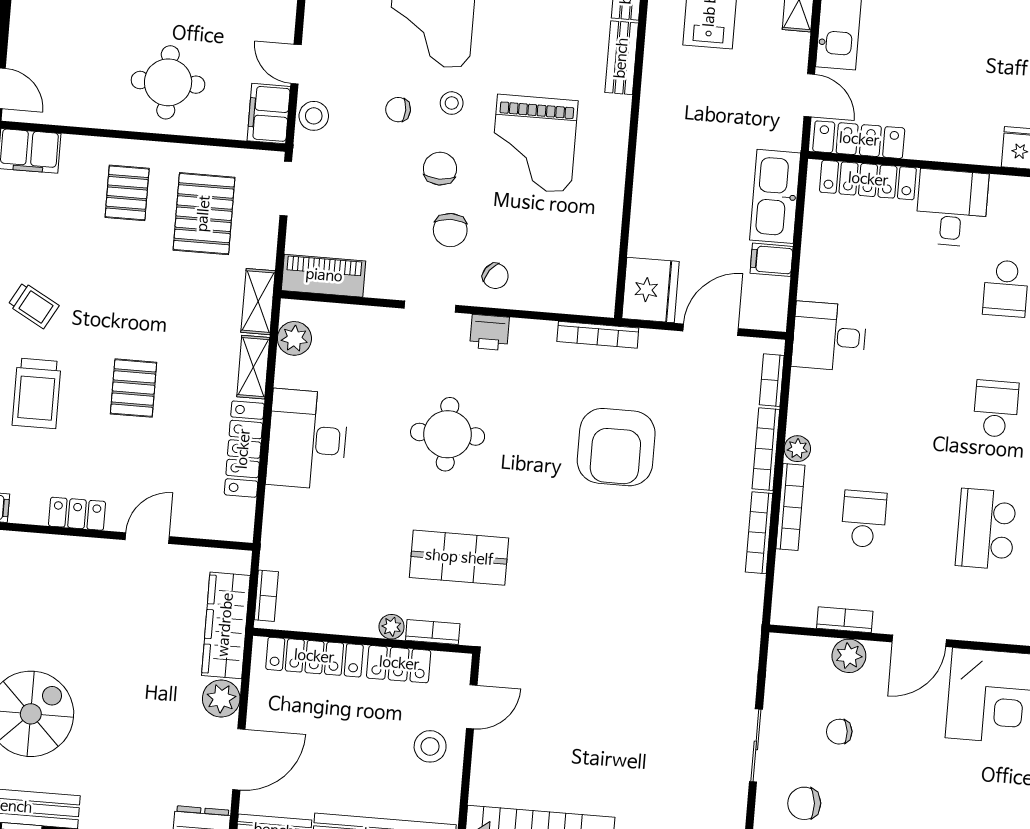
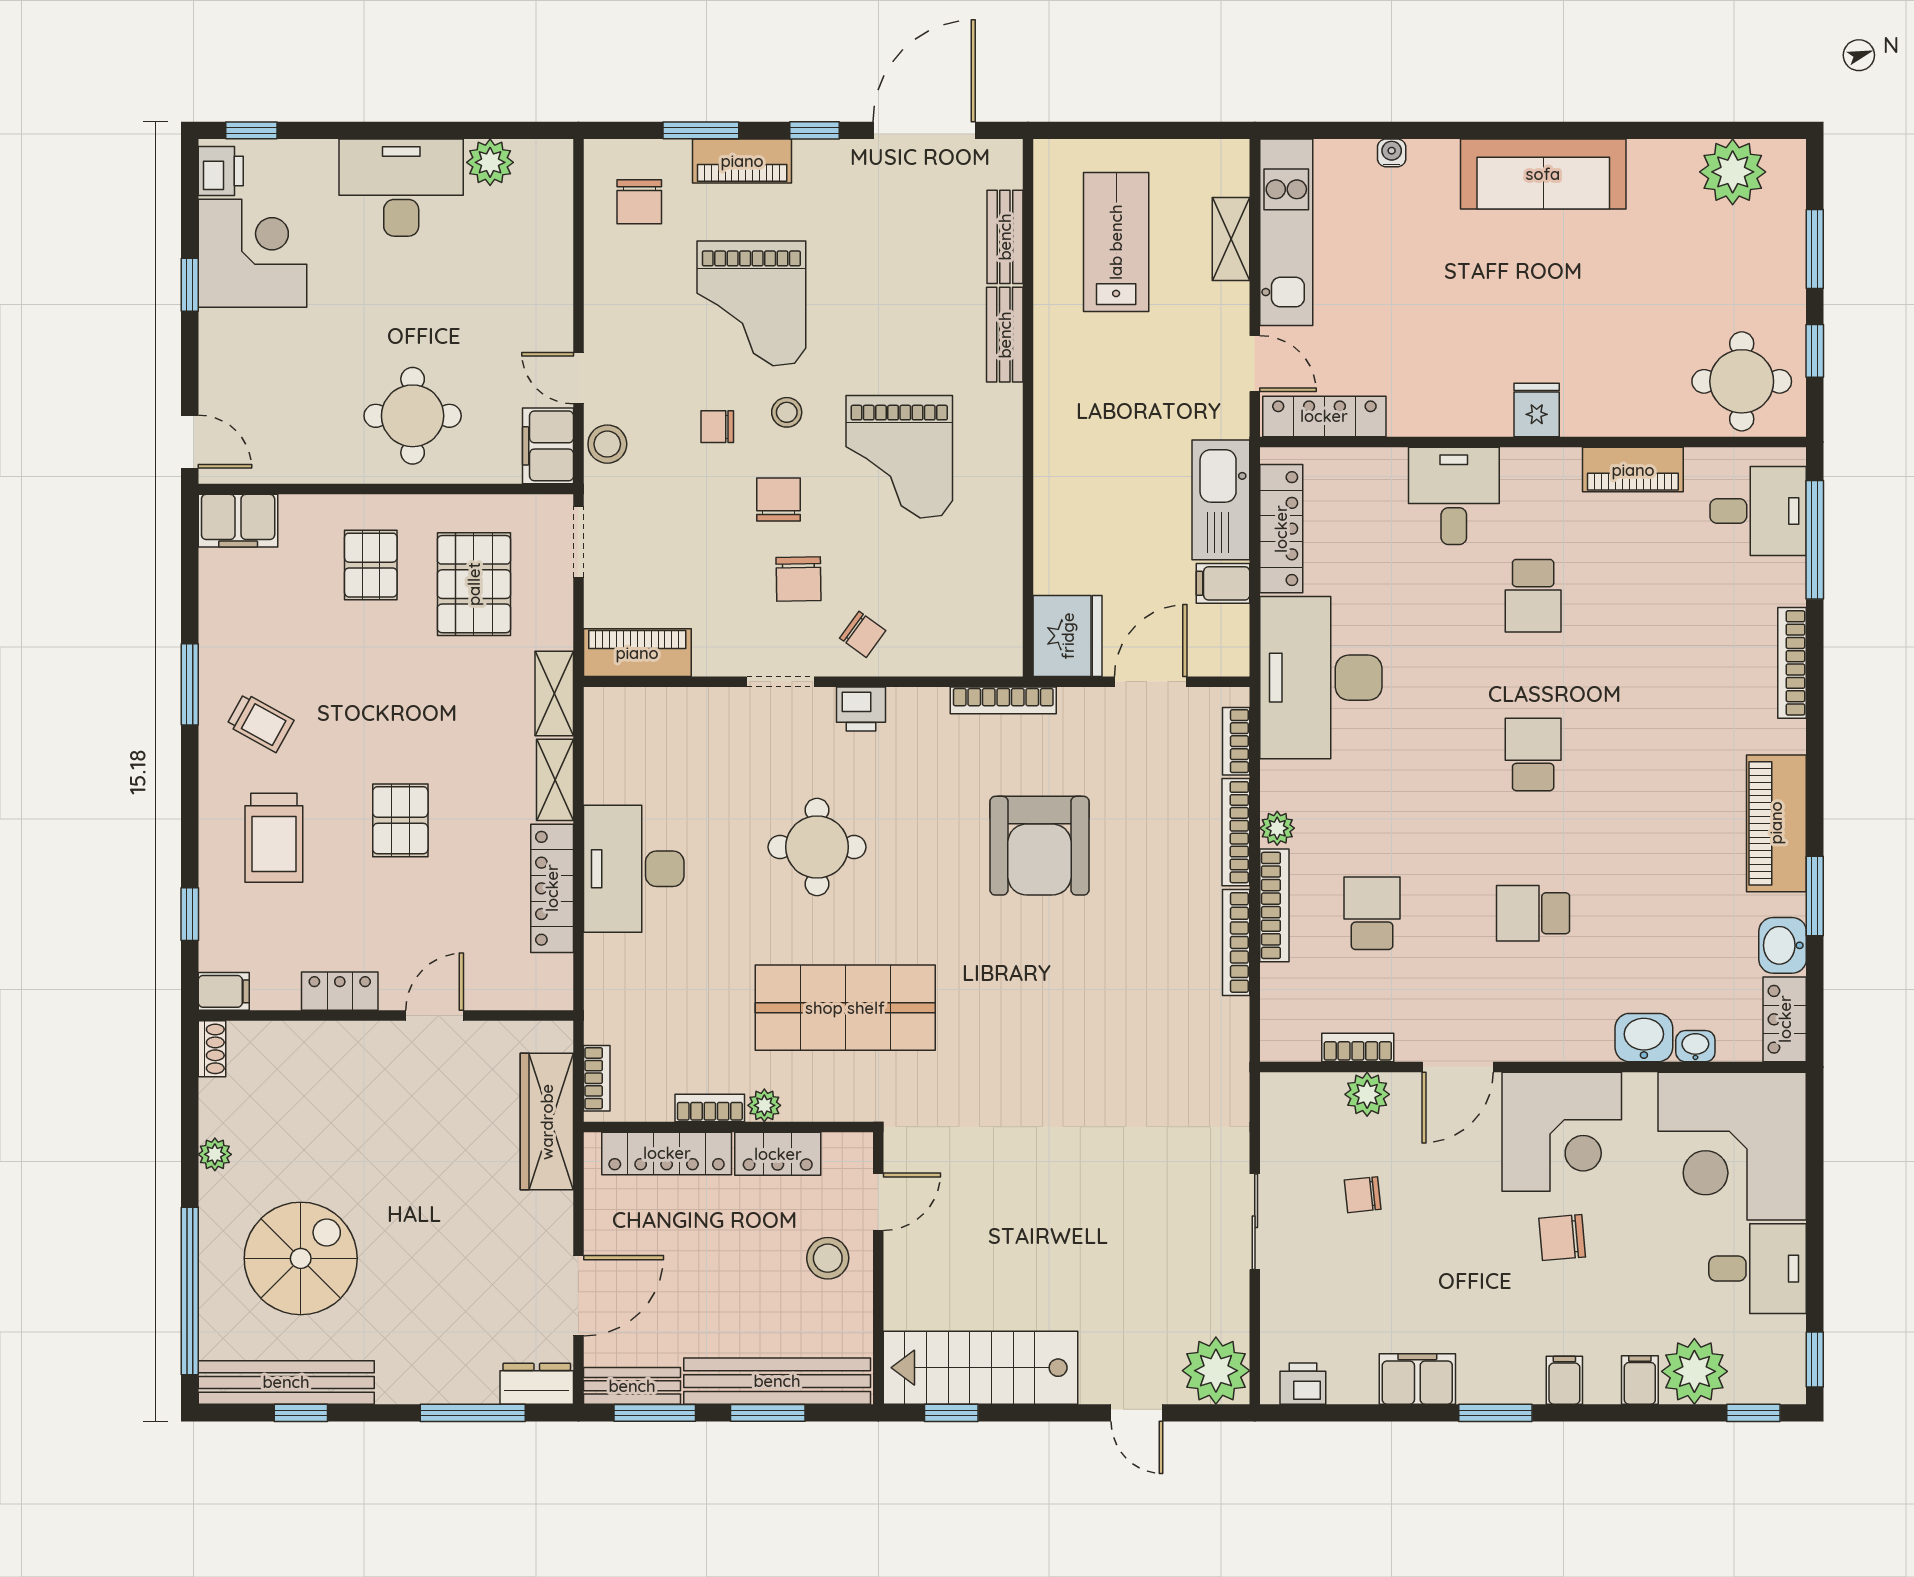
locker: (868, 180) -> (1281, 529), moved, turned -90
desk: (829, 336) -> (1321, 678), width x1.87, depth x1.30
plant: (294, 338) -> (606, 738), removed
school desk: (986, 529) -> (1533, 913), width x0.54
shop shelf: (459, 558) -> (845, 1008), width x1.43, depth x1.36
bookcase: (433, 632) -> (710, 1108), moved
plant: (221, 699) -> (549, 1218), removed
chair: (804, 803) -> (1562, 1238), moved

